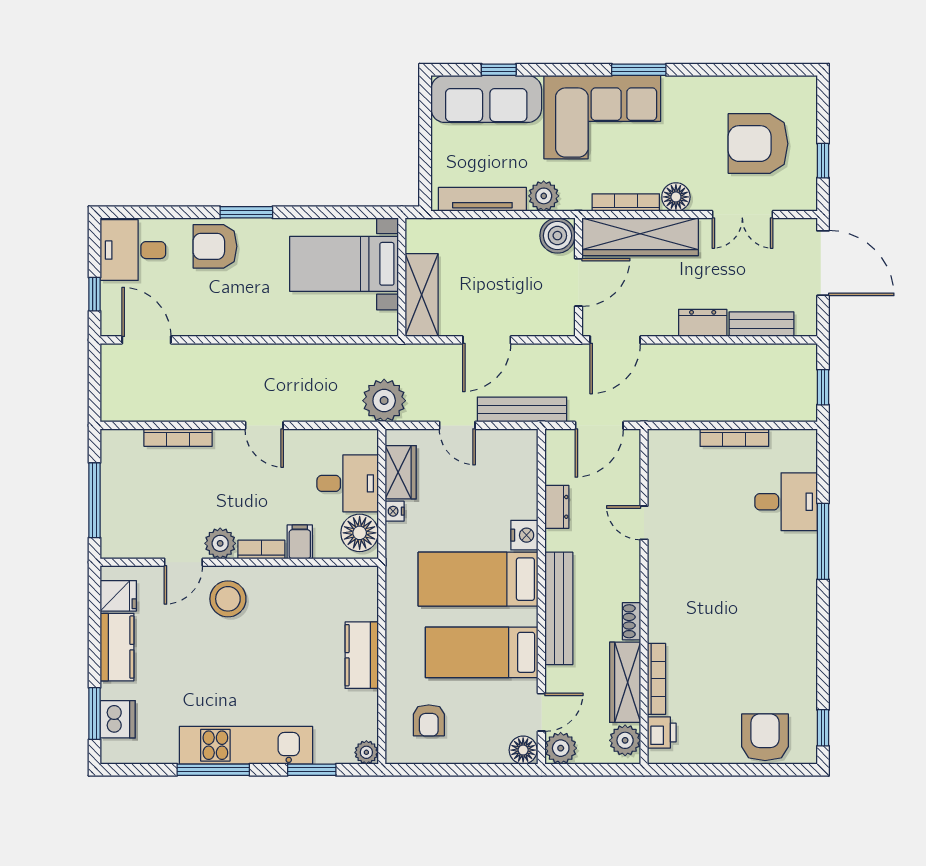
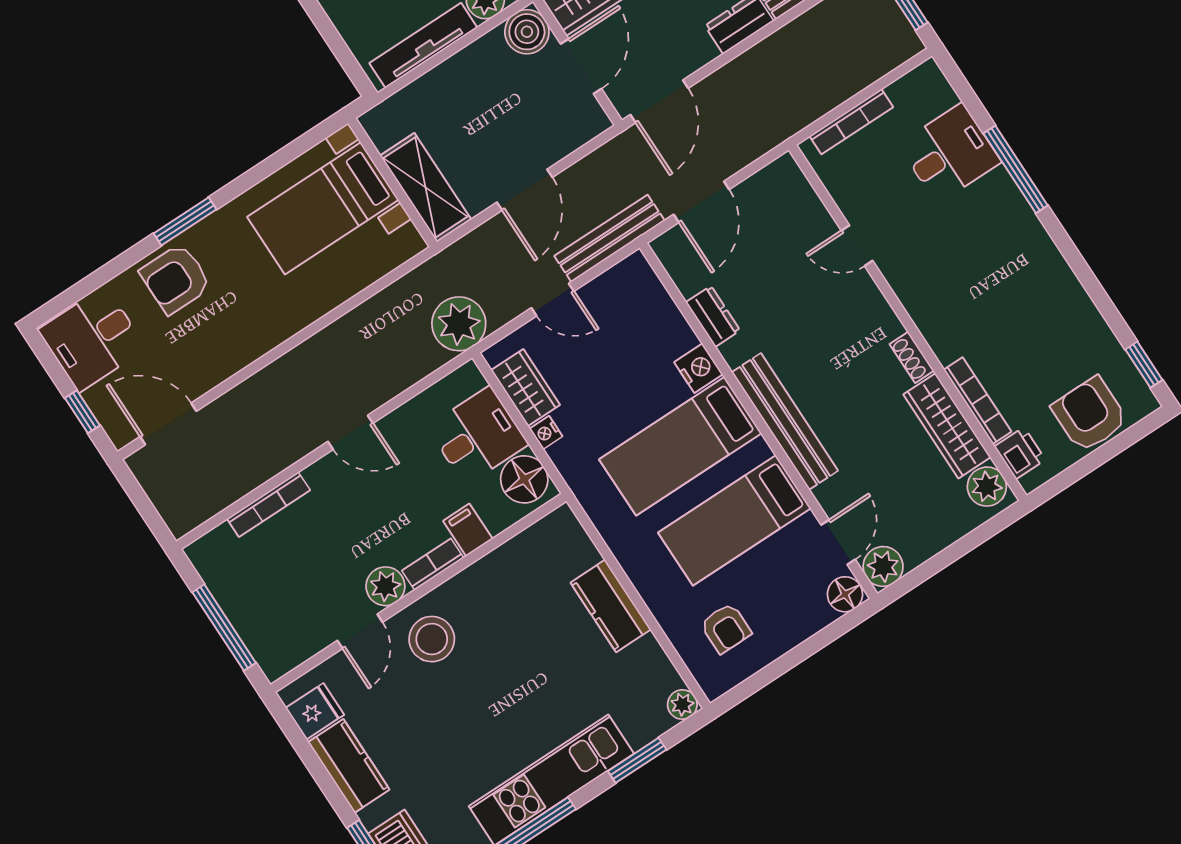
door: (644, 523) -> (857, 246), moved
wall: (644, 596) -> (908, 323), moved
shoe rack: (631, 621) -> (912, 357), moved
bookcase: (657, 679) -> (978, 401), moved
wardrobe: (625, 682) -> (947, 426), moved
printer: (662, 733) -> (1020, 453), moved
plant: (625, 740) -> (987, 487), moved

